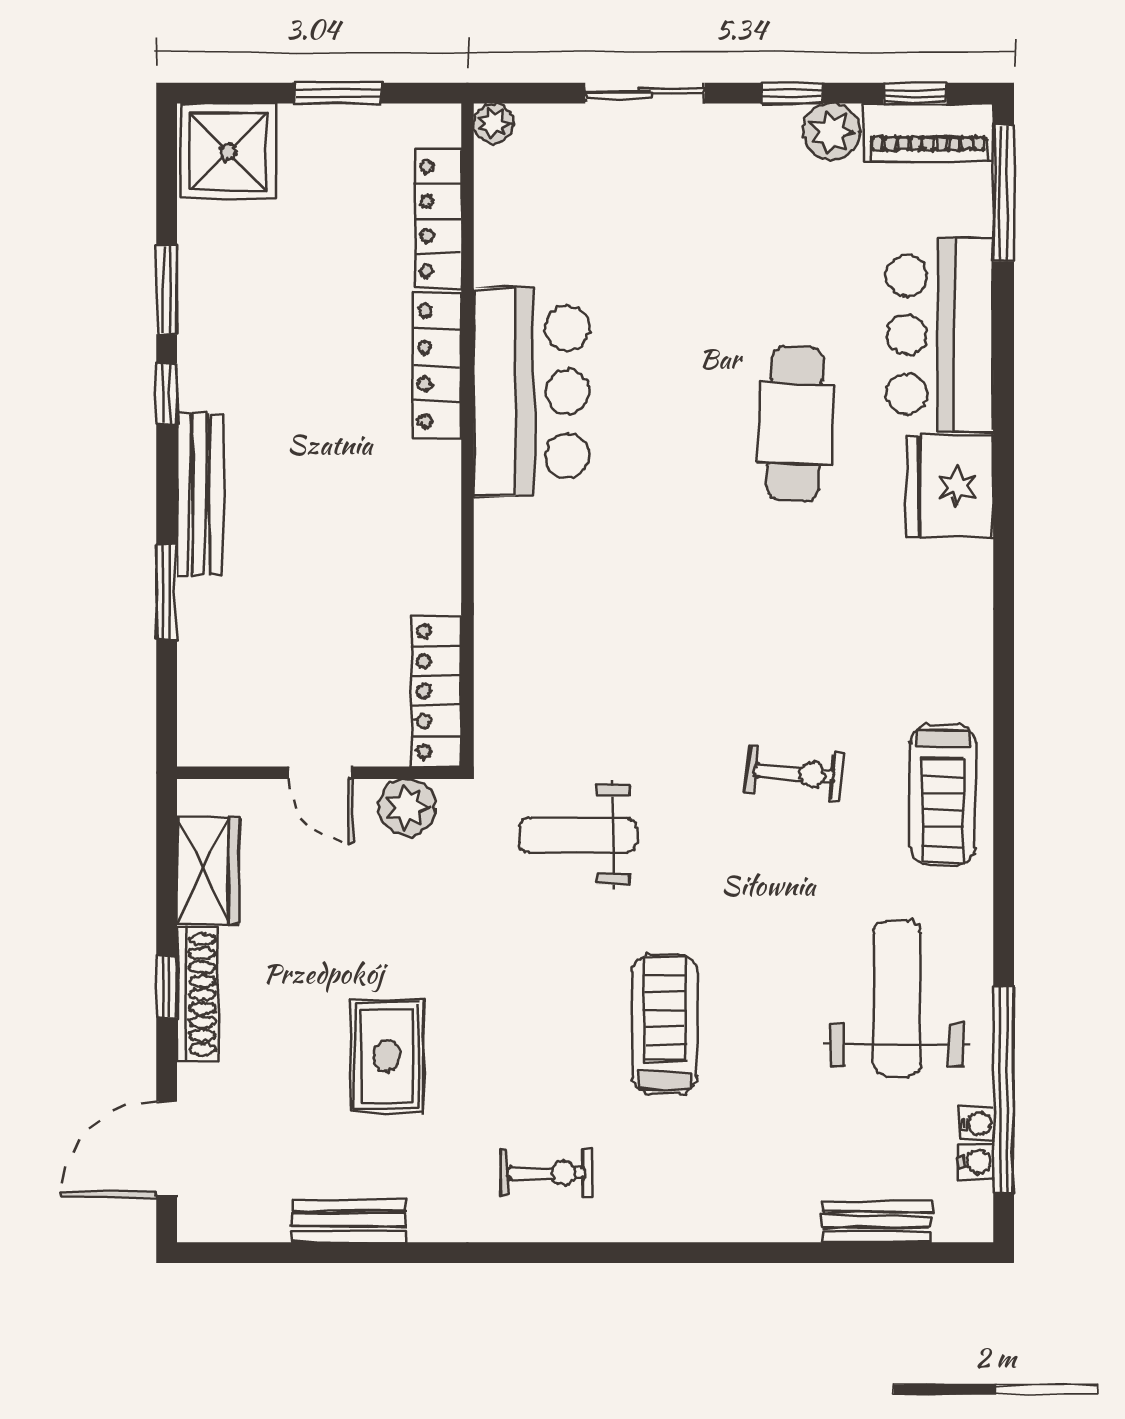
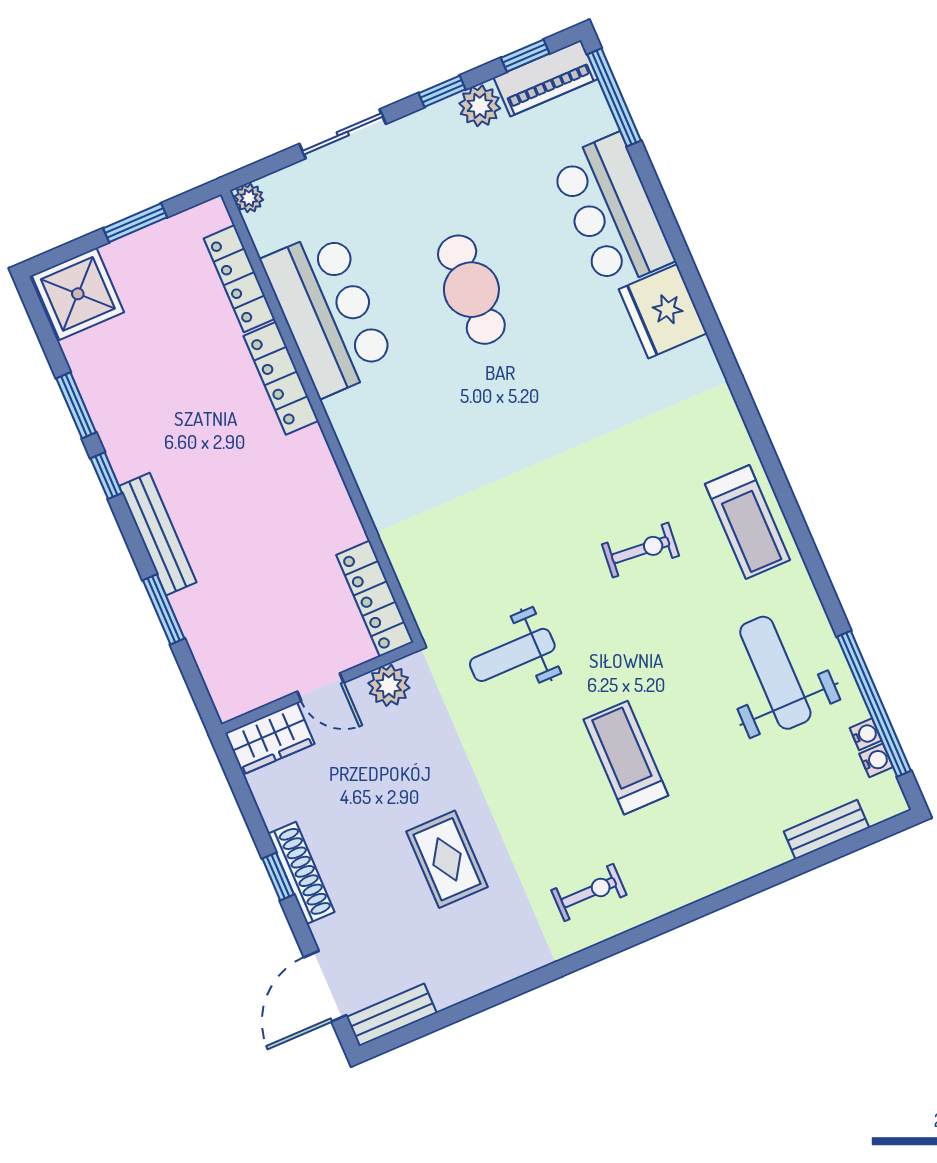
bar counter: (531, 392) -> (328, 313), moved
cafe table: (795, 424) -> (471, 290), moved
wardrobe: (208, 870) -> (270, 738), moved, turned 90
bench: (349, 1221) -> (392, 1015), moved

